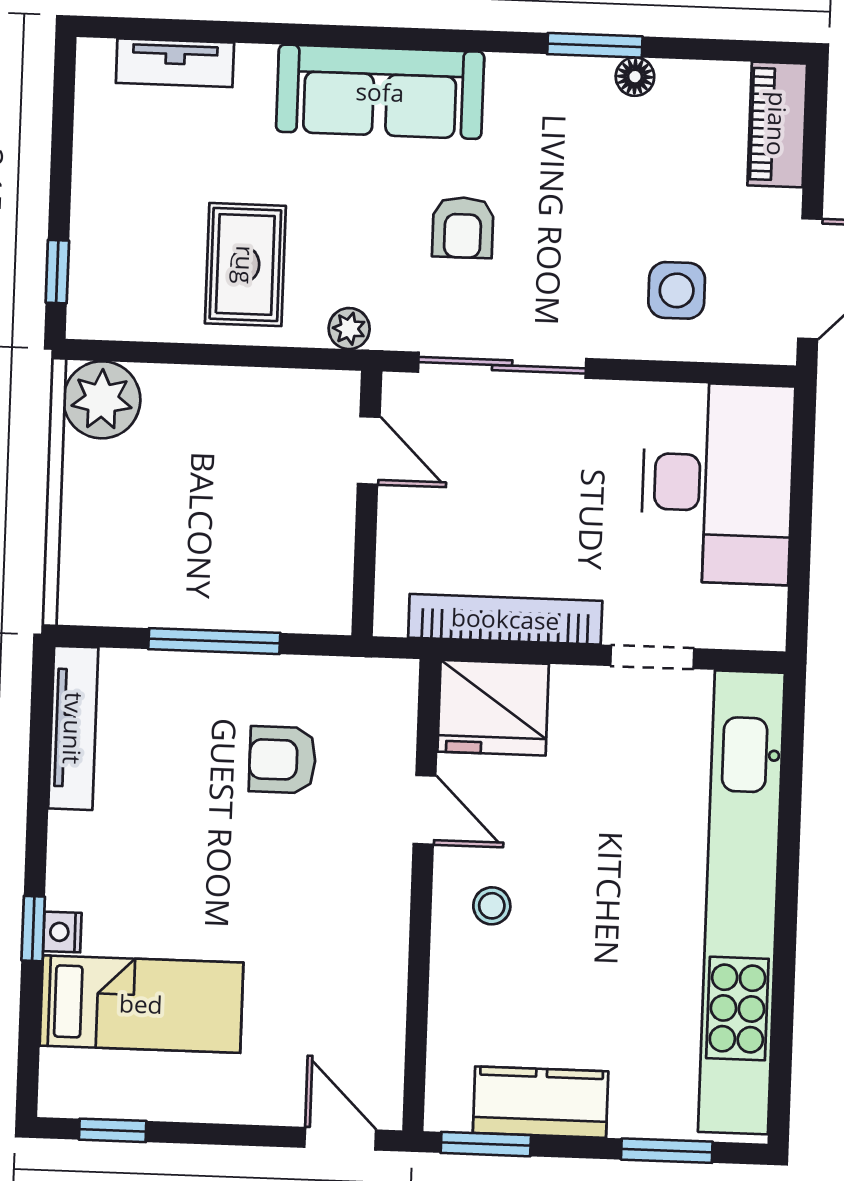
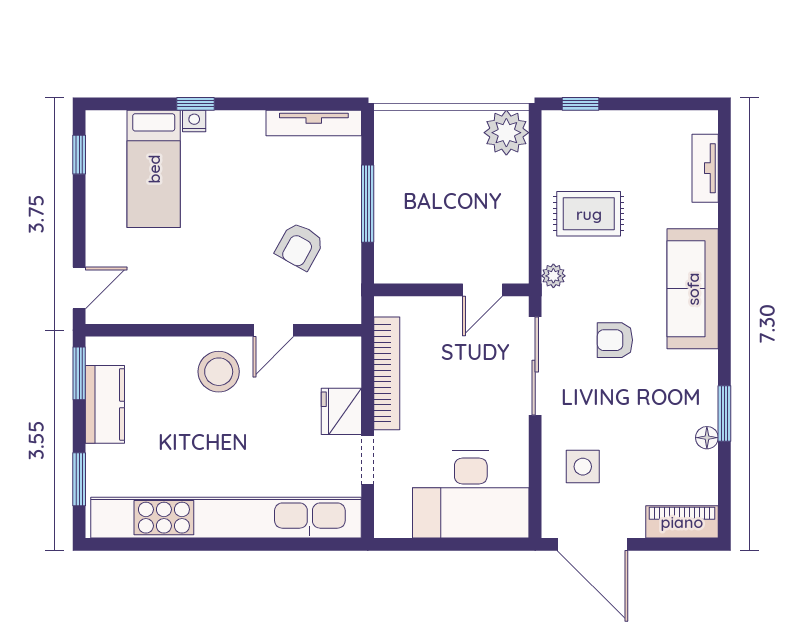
fridge: (493, 708) -> (341, 411), moved, width x0.73, depth x0.75
armchair: (282, 760) -> (300, 246), turned -151
stool: (492, 906) -> (219, 372), width x1.89, depth x1.89

